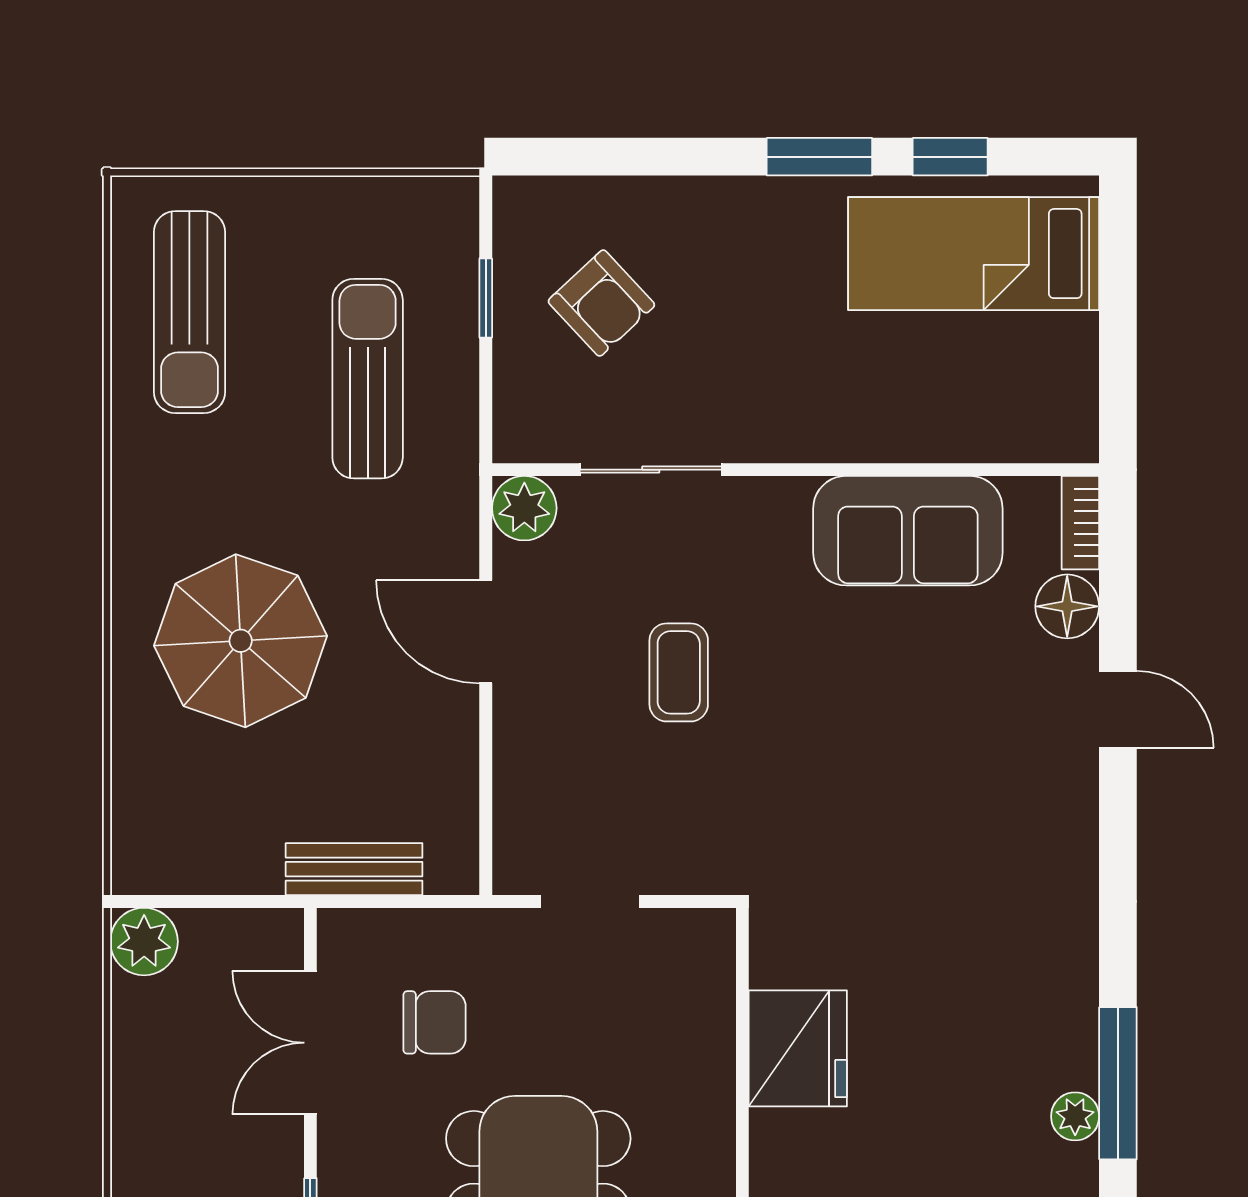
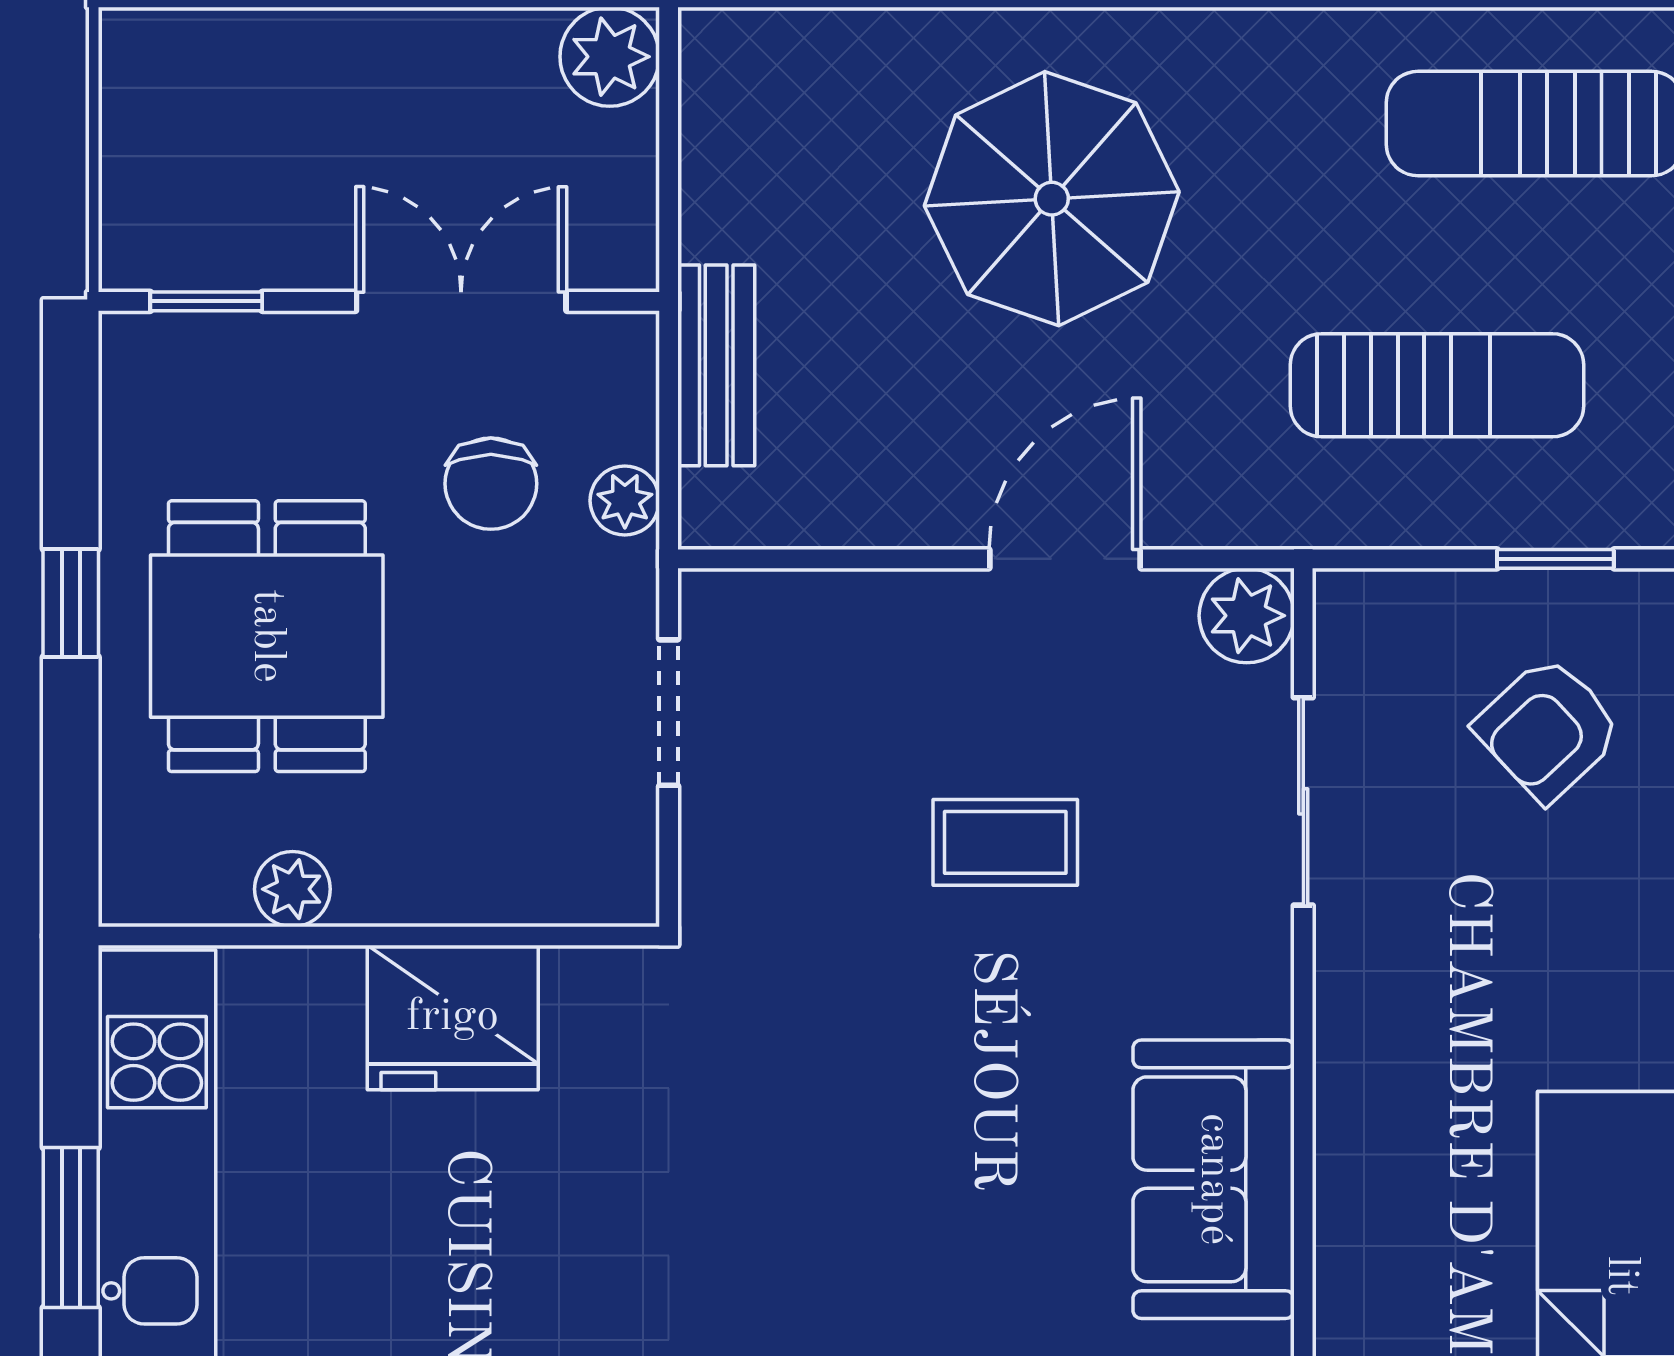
plant: (446, 931) -> (625, 501), added
plant: (710, 1157) -> (292, 889), added

